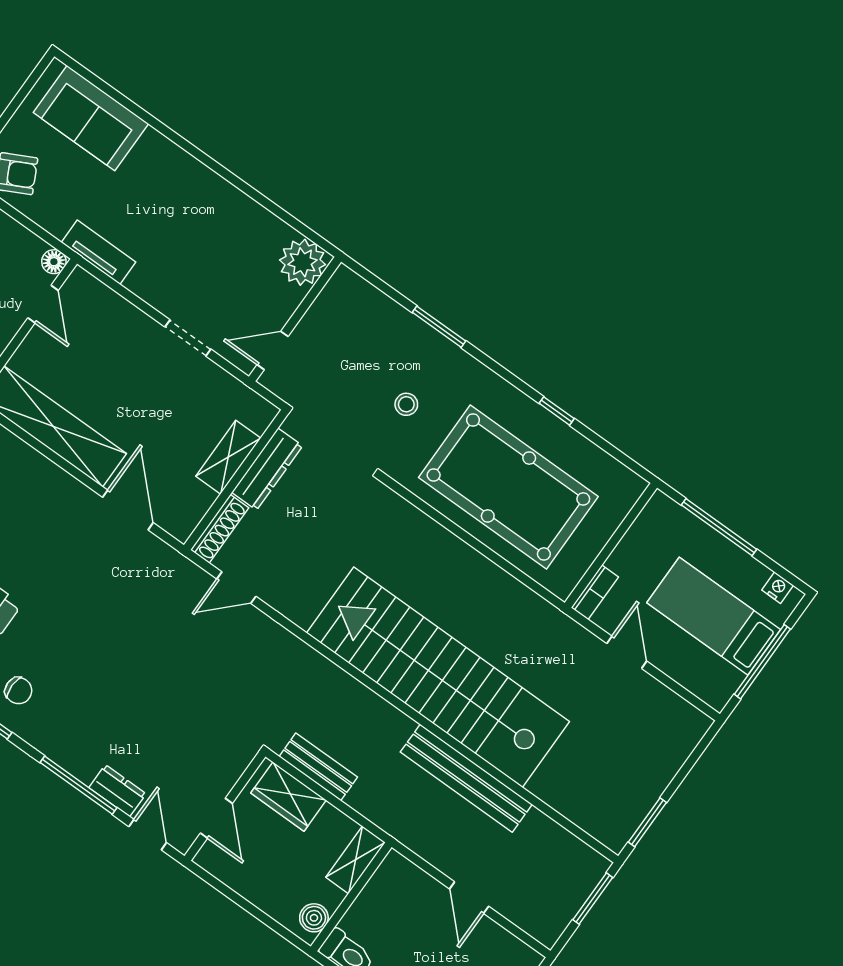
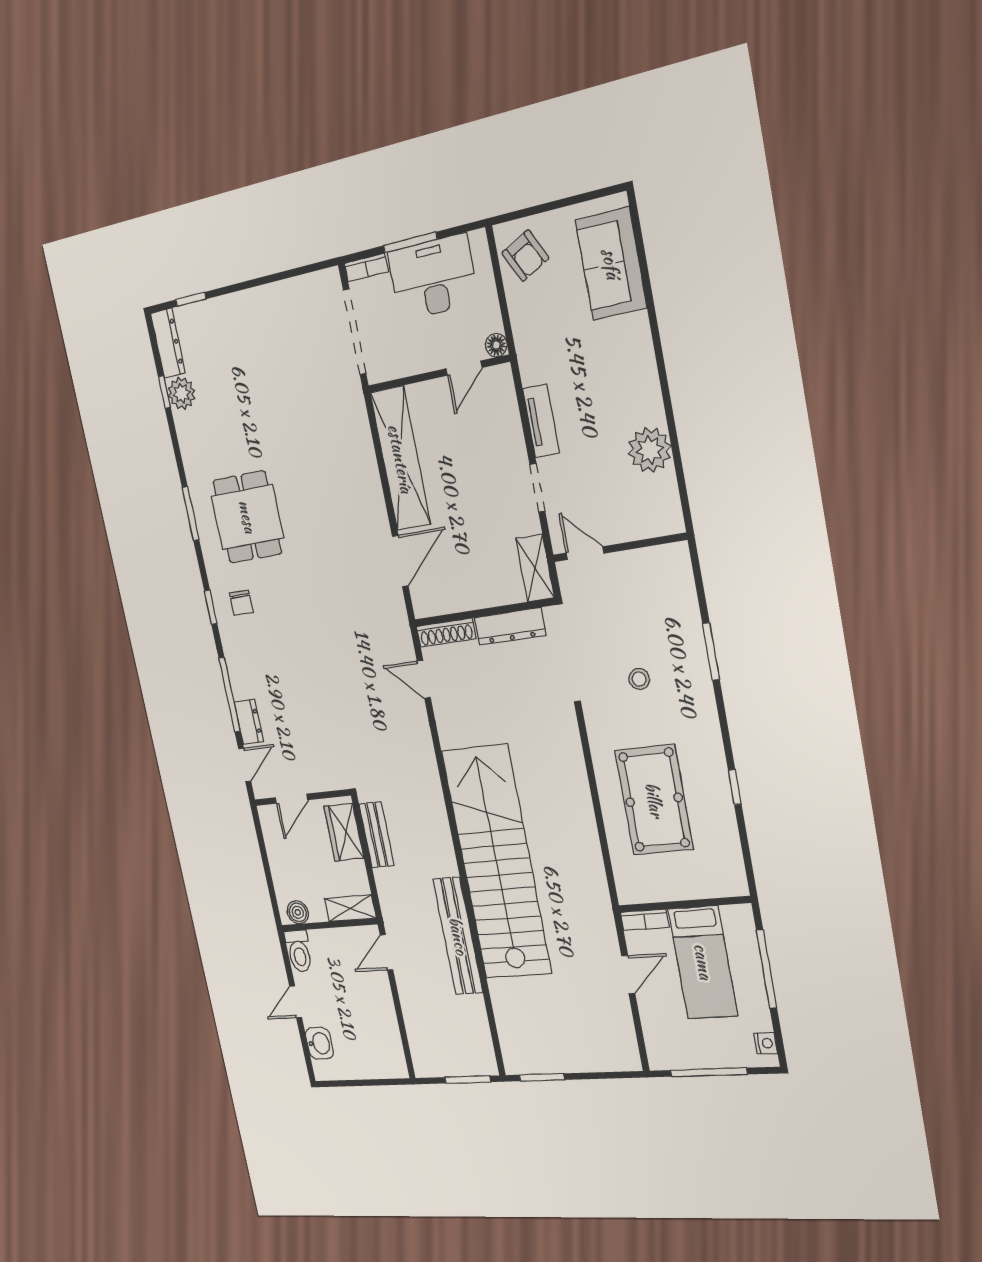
tv unit: (98, 252) -> (541, 421), moved
plant: (303, 262) -> (650, 450), moved
shelving: (228, 457) -> (535, 568), moved, turned 90
pool table: (508, 487) -> (654, 800), width x0.73, depth x0.76
bed: (714, 616) -> (703, 962), moved, turned 180
door: (469, 898) -> (387, 952), moved

